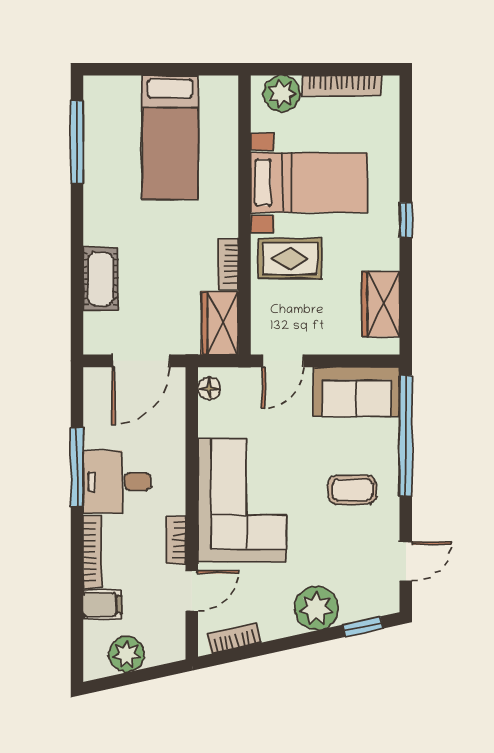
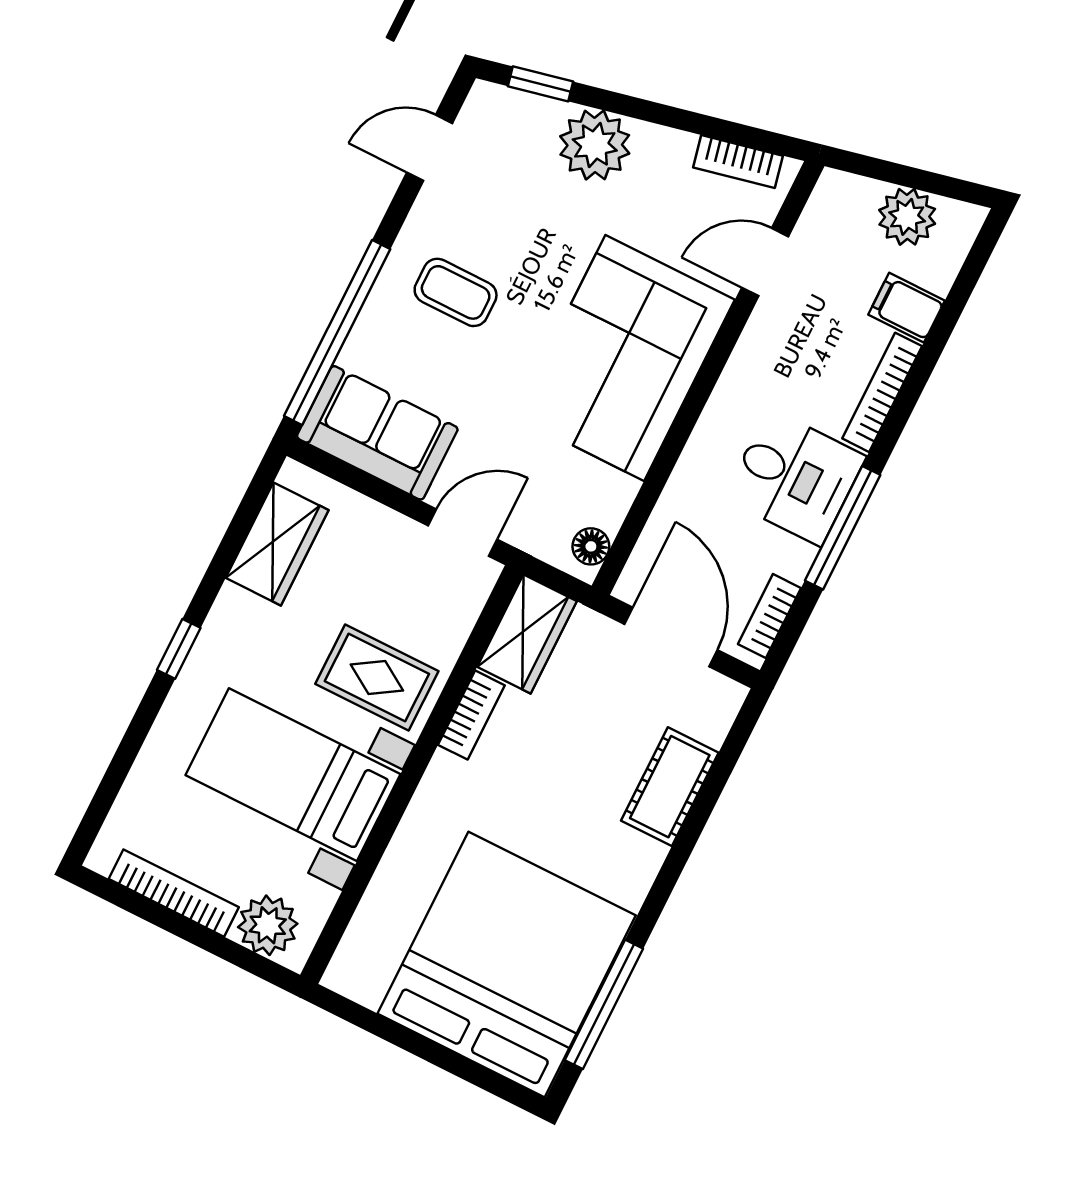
bed: (170, 137) -> (507, 964), width x2.04
door: (141, 361) -> (671, 637), hinge flipped
bookcase: (176, 540) -> (769, 616), moved, turned 180

